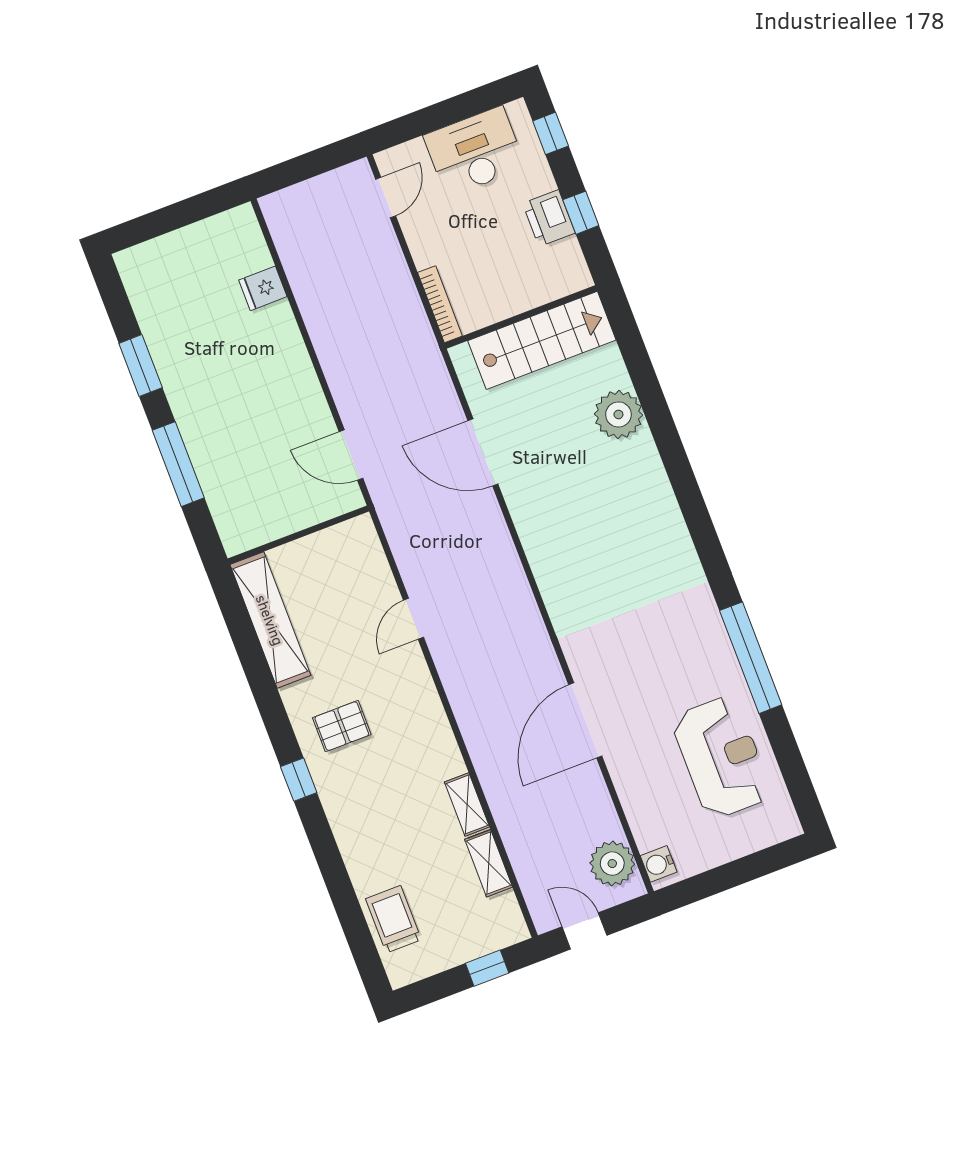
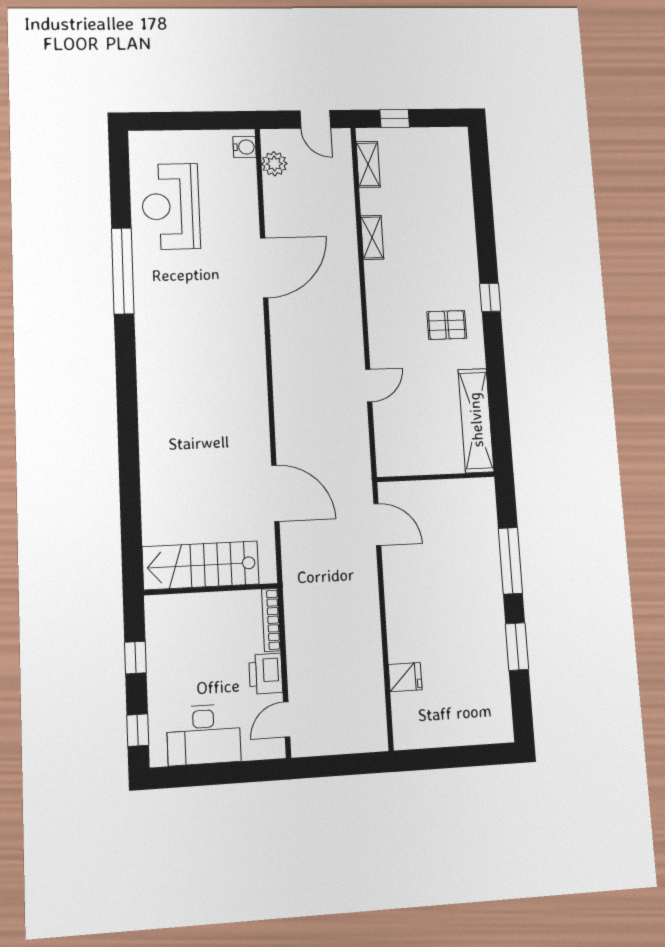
printer: (549, 218) -> (266, 674), moved, turned 180
plant: (618, 414) -> (160, 488), removed
shelving: (489, 863) -> (368, 164), moved
plant: (612, 864) -> (274, 164), width x0.73, depth x0.73
trolley: (393, 919) -> (452, 176), removed

